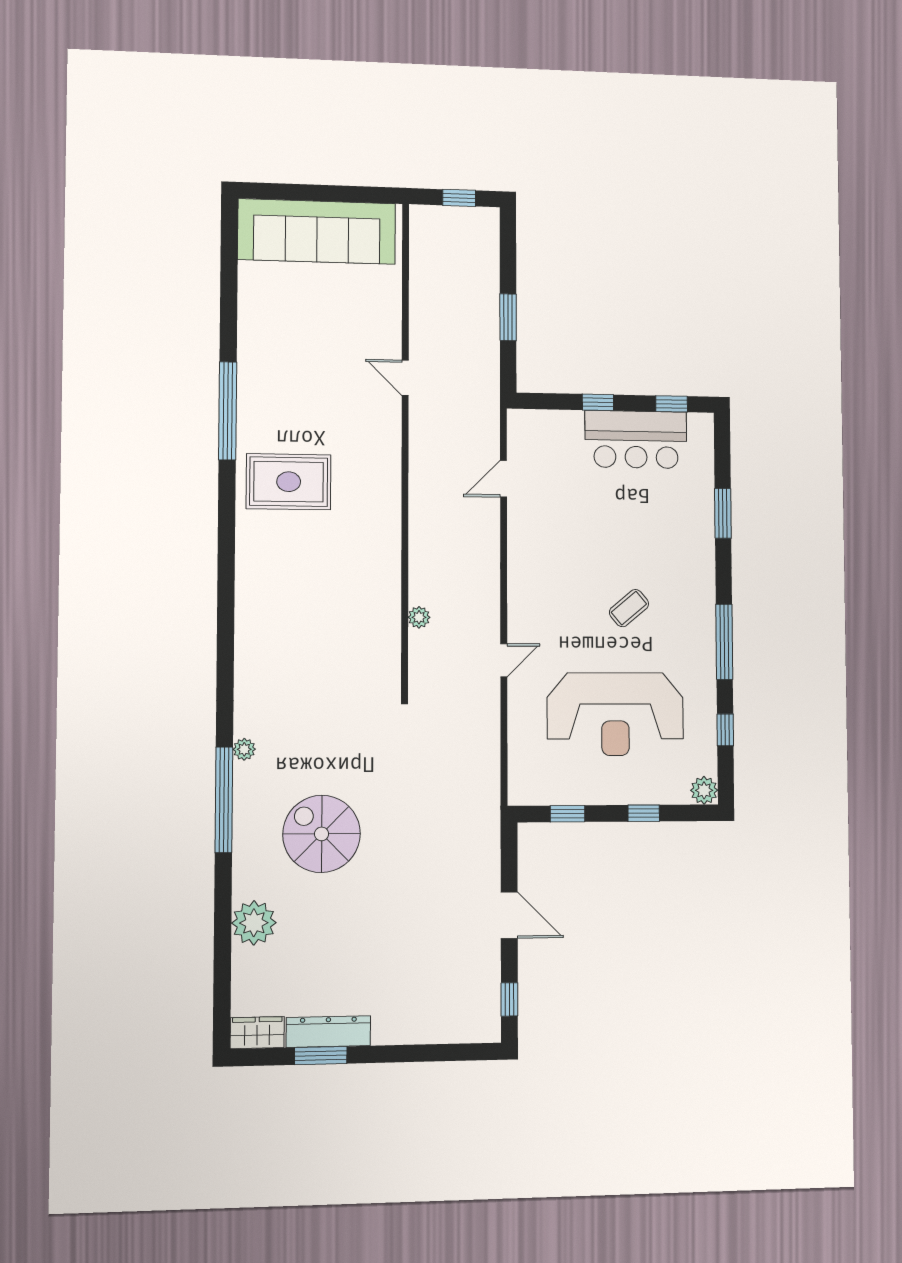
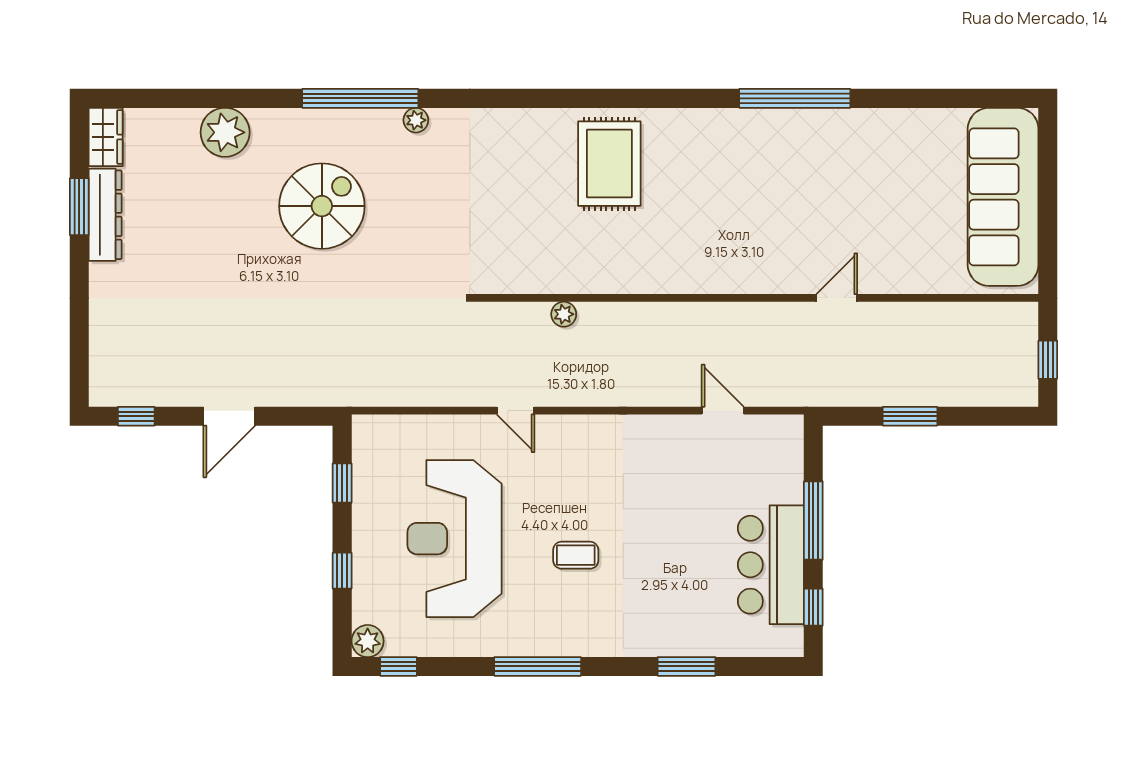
window: (598, 402) -> (813, 520), width x2.17
rug: (289, 482) -> (609, 164), moved
coffee table: (629, 608) -> (576, 555), turned -50
window: (725, 730) -> (398, 666), moved

